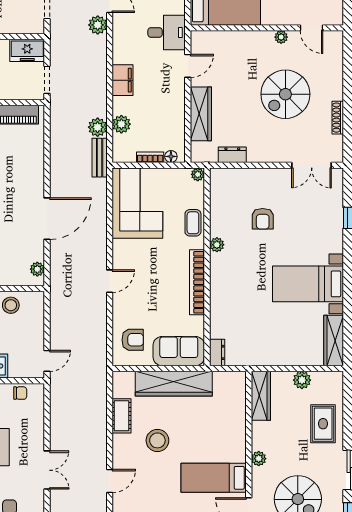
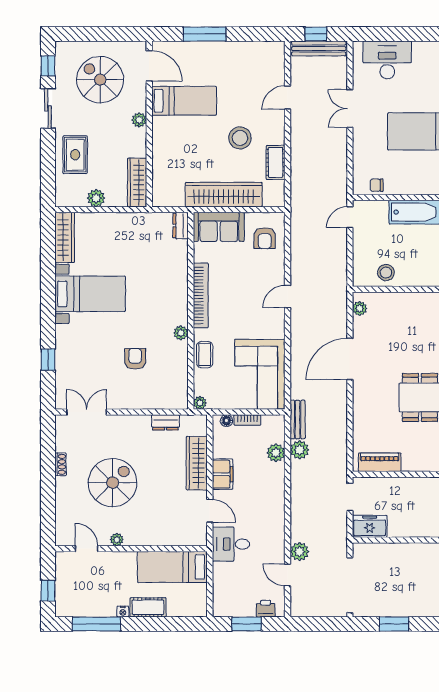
door: (188, 66) -> (210, 511), swing flipped
filing cabinet: (123, 80) -> (223, 474), moved, turned 180
shoe rack: (338, 118) -> (60, 464), width x0.70
armchair: (133, 340) -> (265, 238), turned -90

